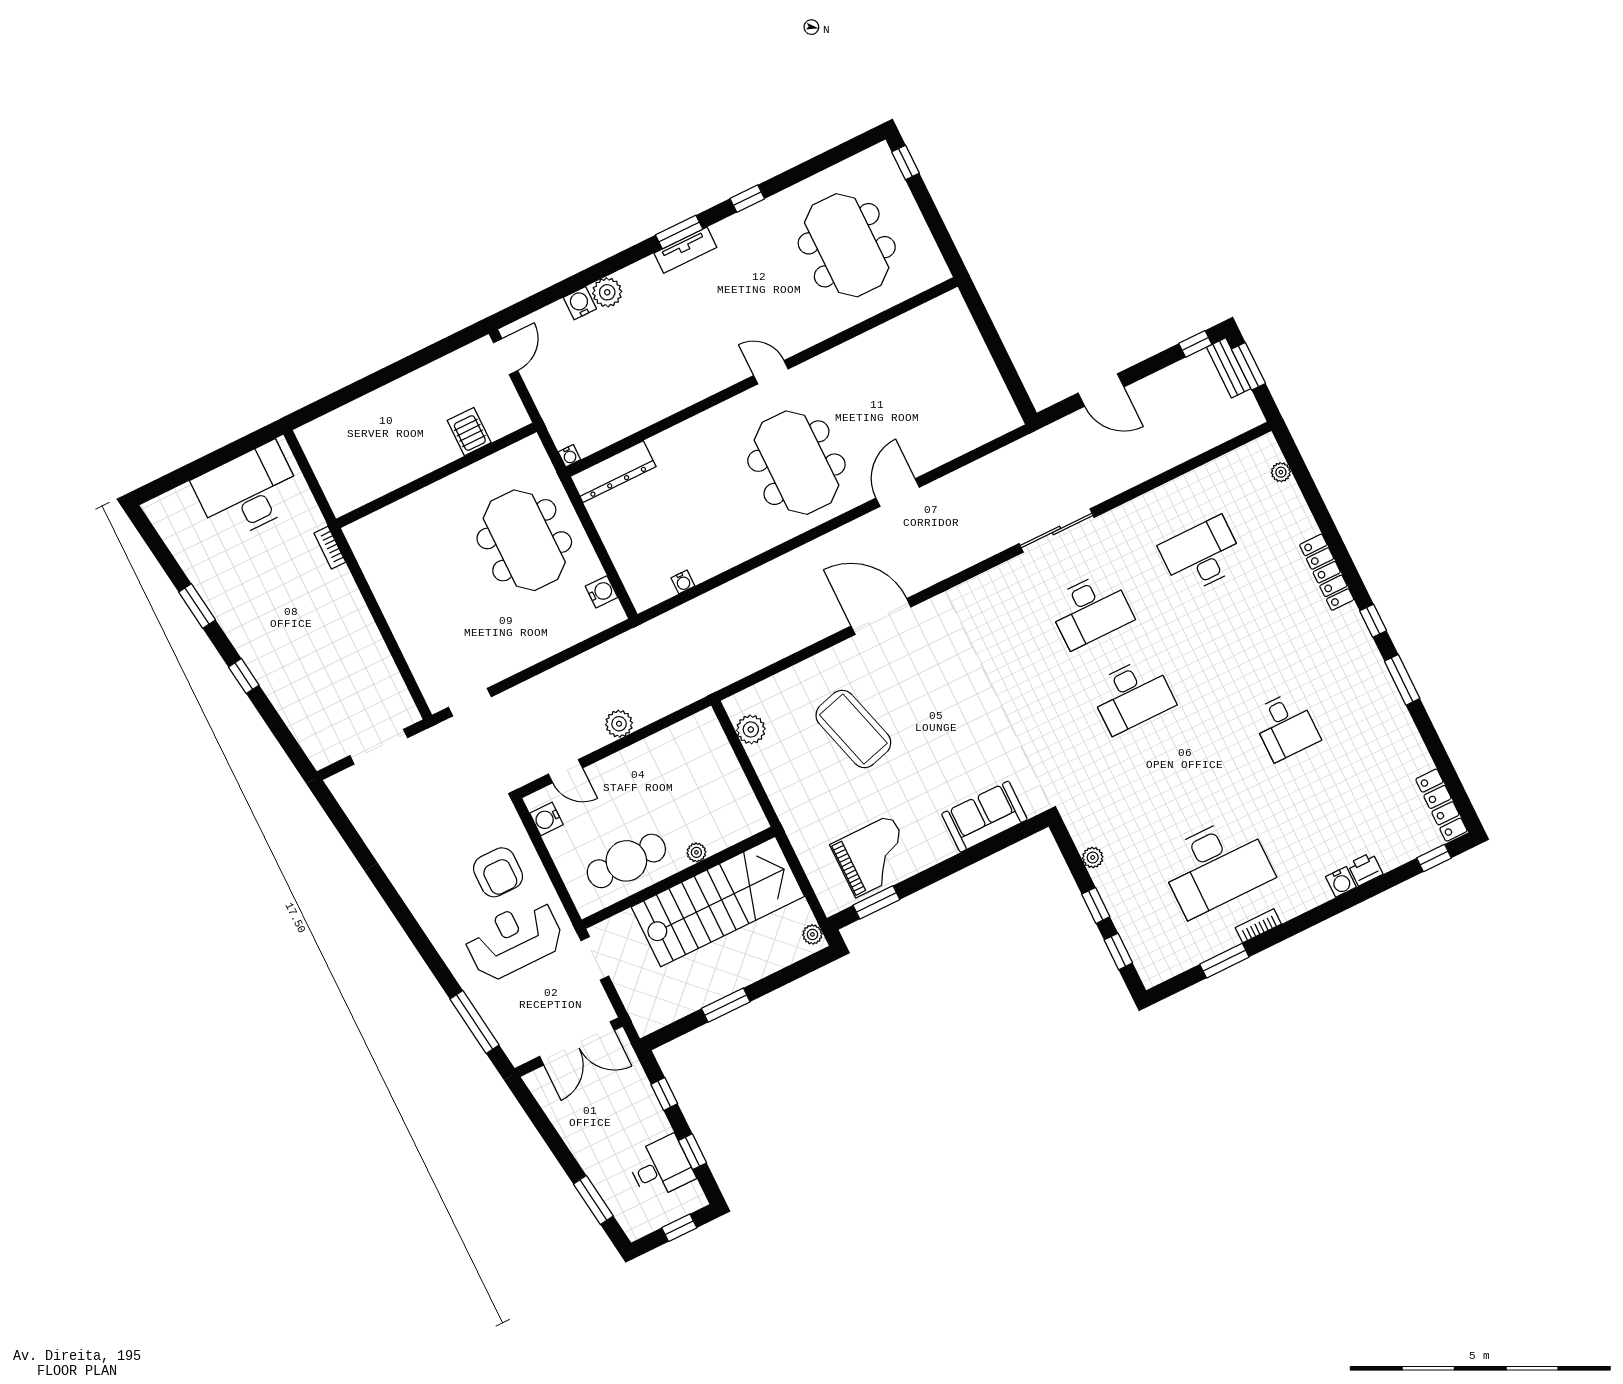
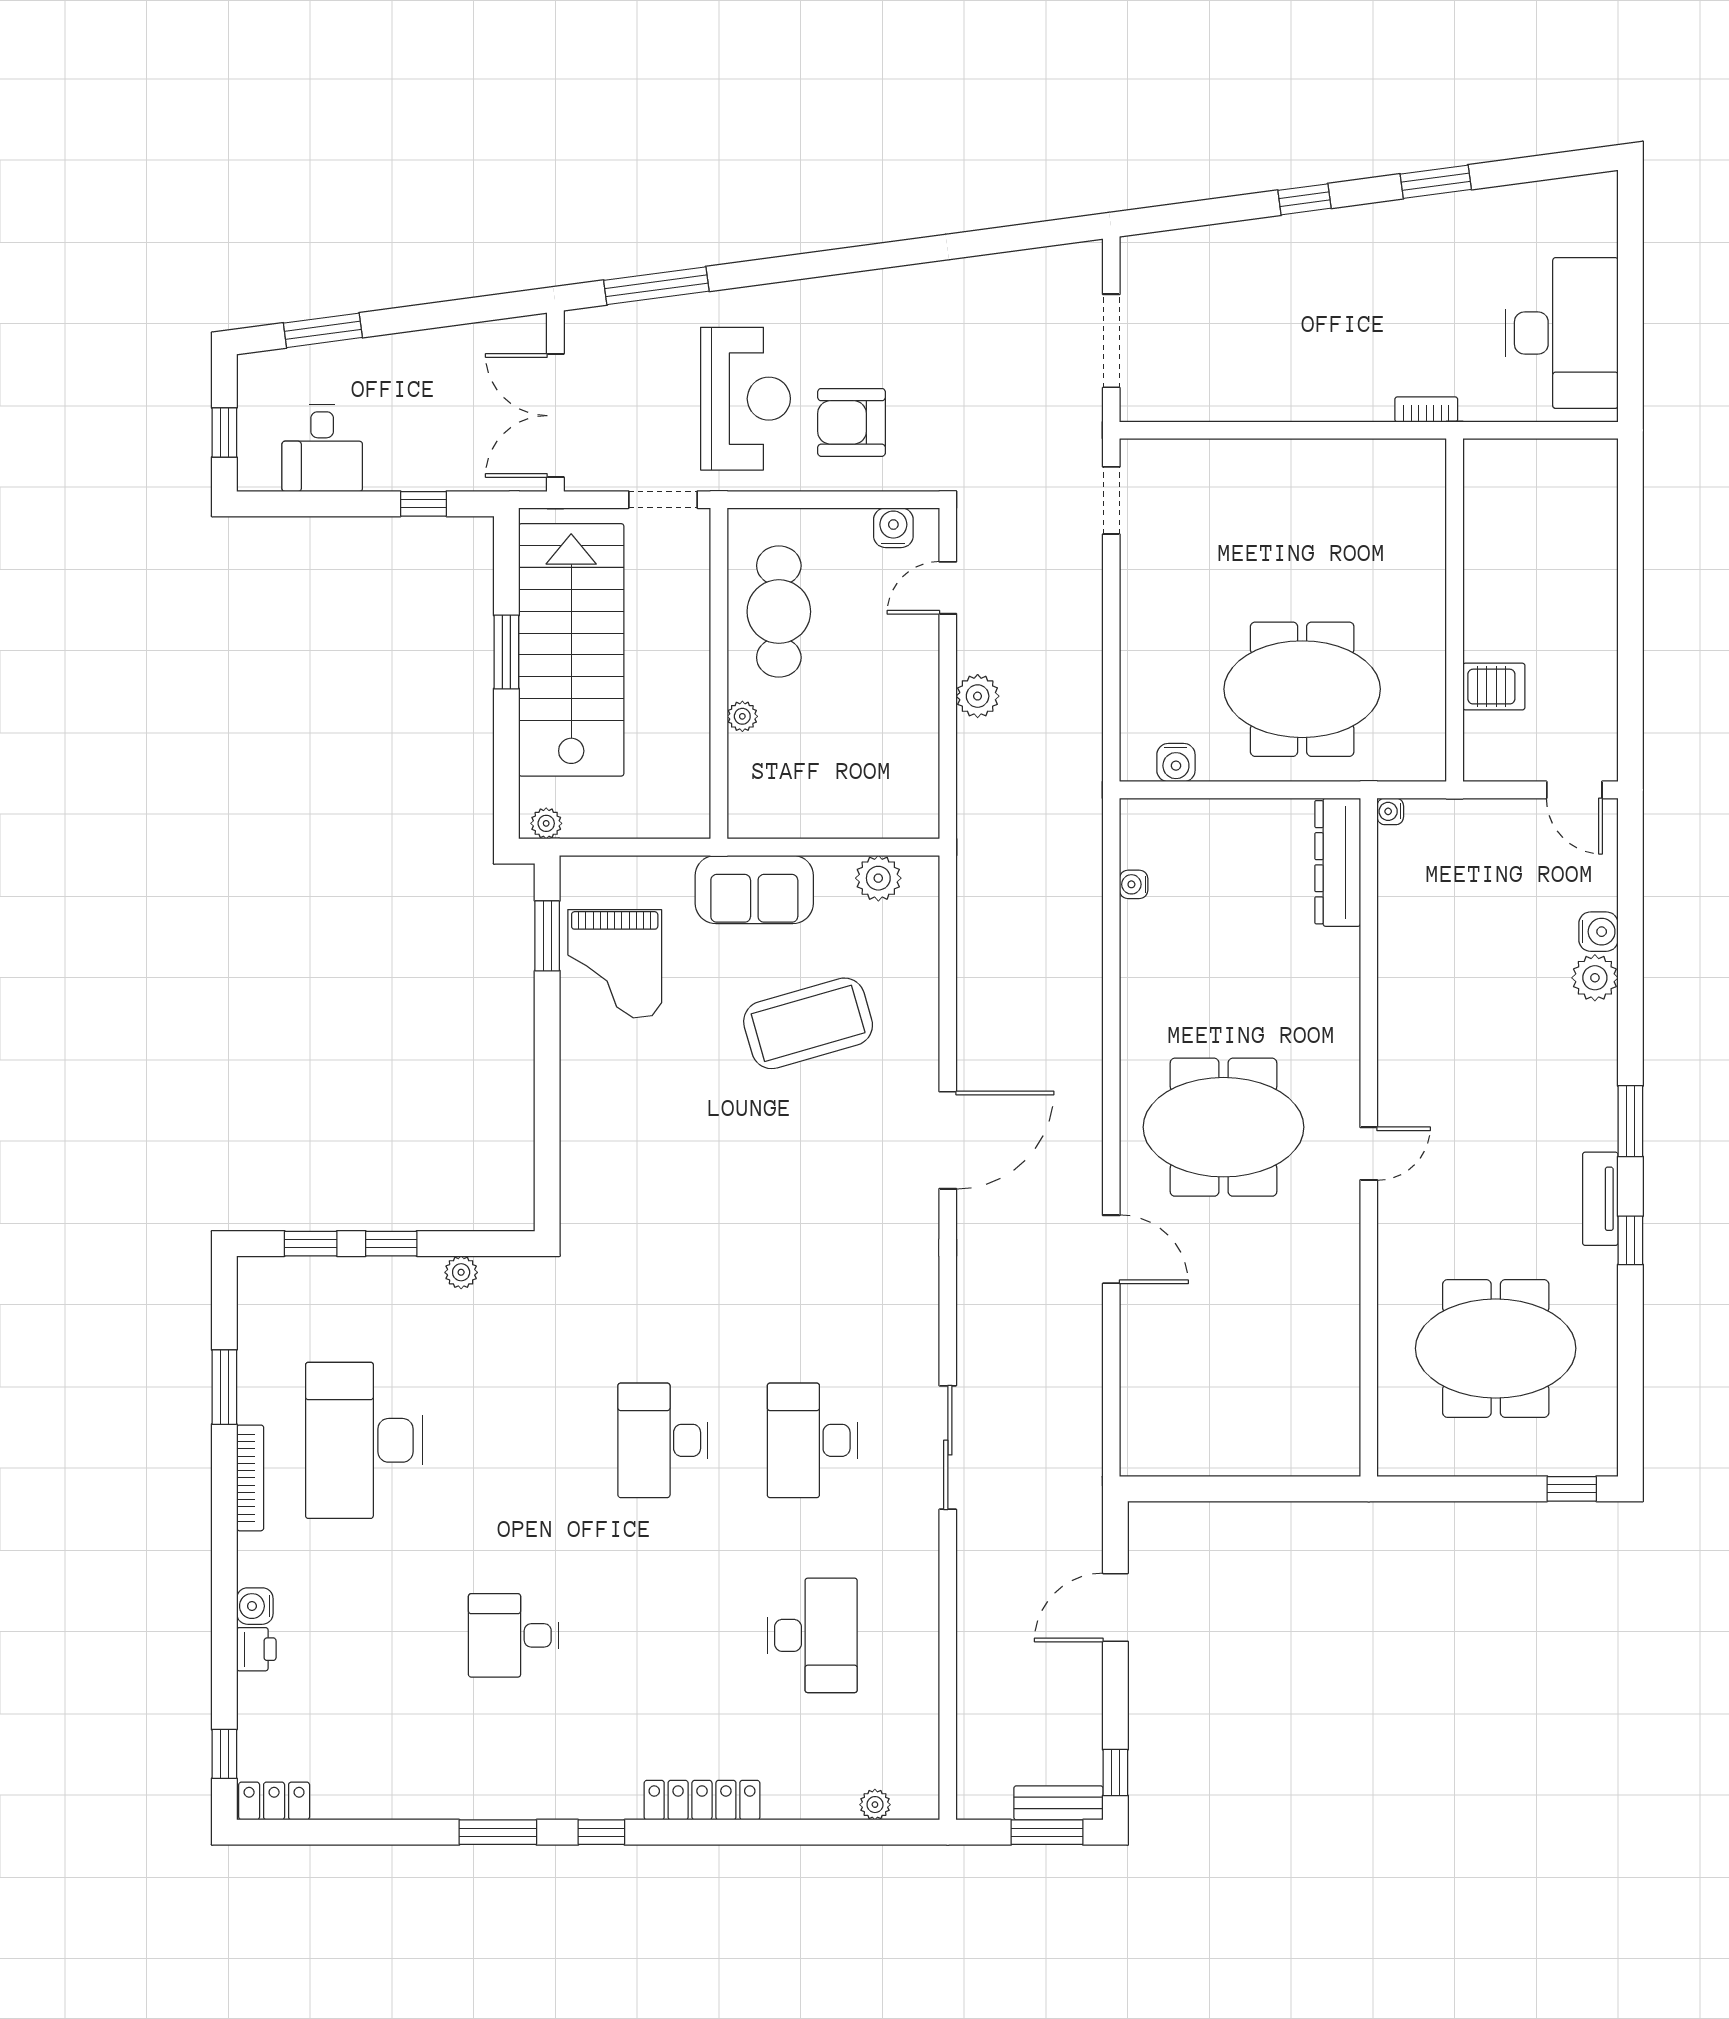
tv unit: (685, 250) -> (1600, 1199), moved
locker: (1441, 805) -> (274, 1801), width x0.66
sofa: (984, 817) -> (754, 889), moved, turned 90
stairs: (718, 902) -> (571, 650), moved, turned 180
bookcase: (1258, 926) -> (250, 1478), width x1.56
window: (692, 1152) -> (323, 504), removed

